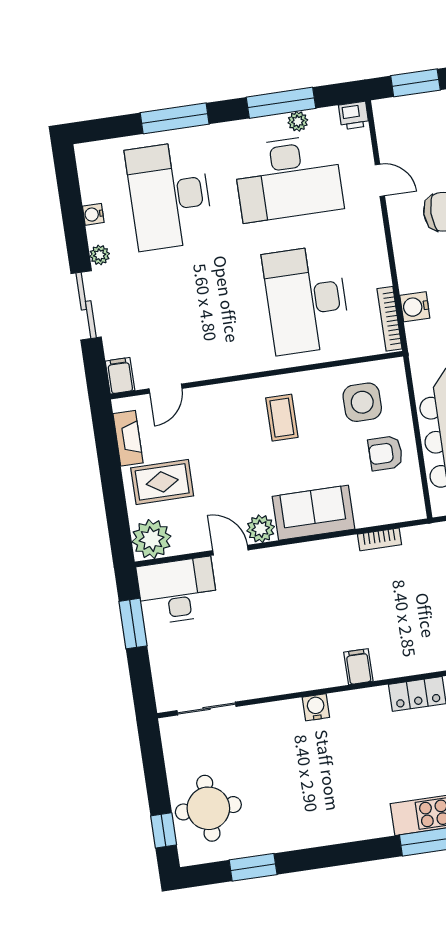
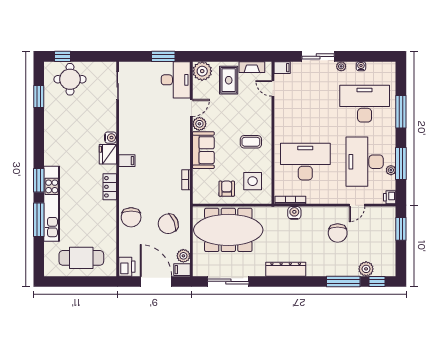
fridge: (351, 708) -> (108, 154), added

